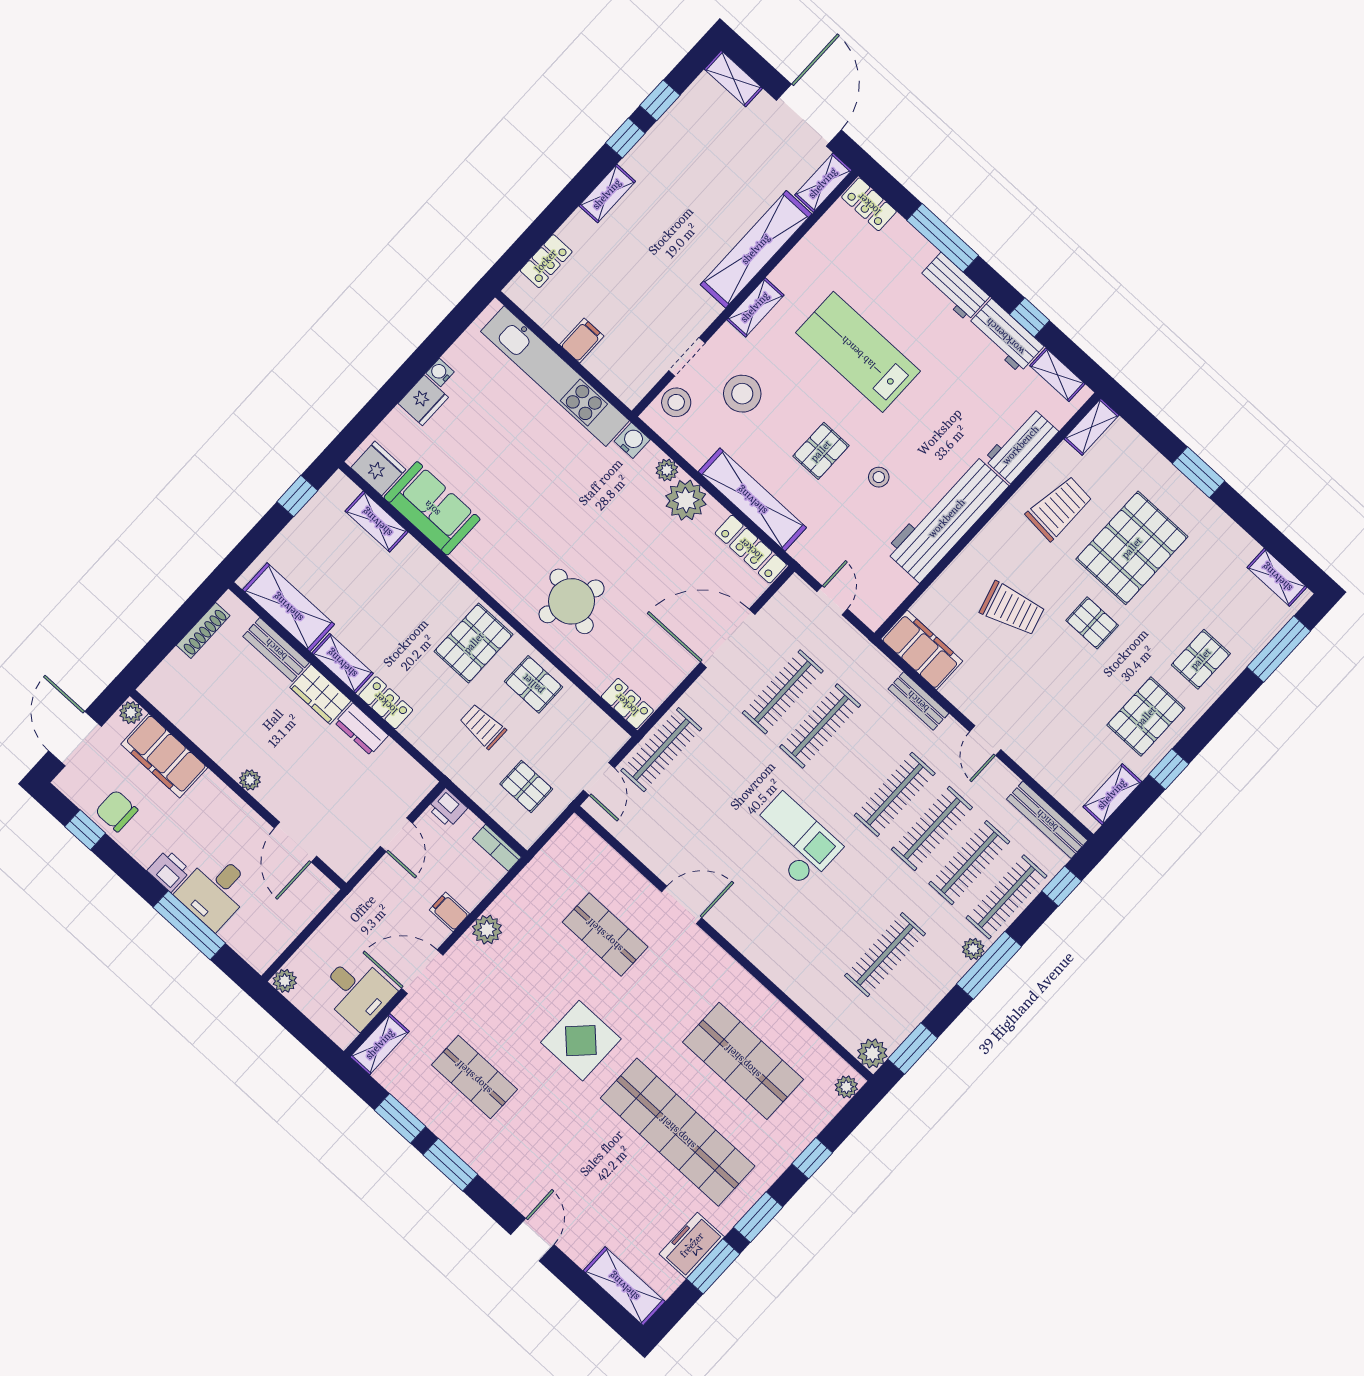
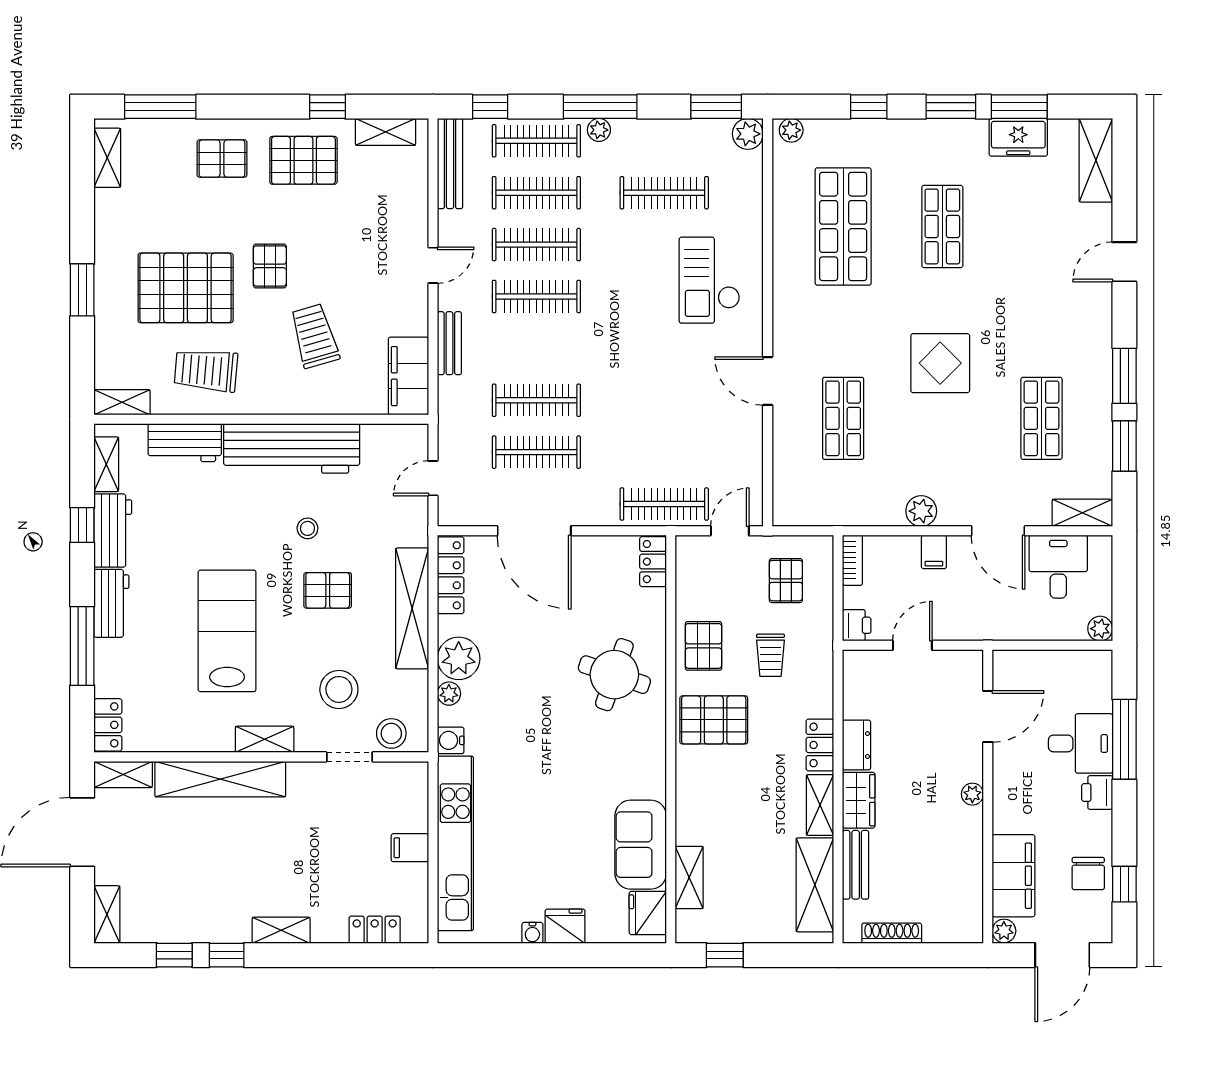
lab bench: (858, 352) -> (227, 631), turned 180
checkout: (794, 840) -> (709, 280), moved
shop shelf: (678, 1132) -> (942, 226), width x0.50, depth x0.74

